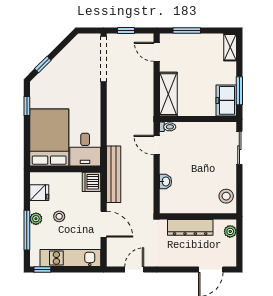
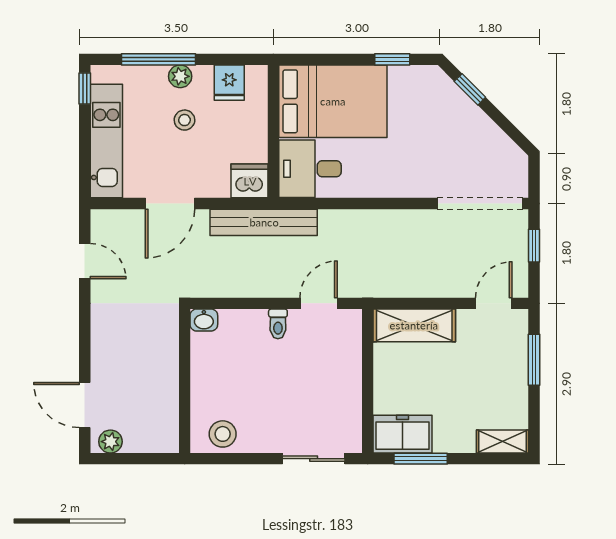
toilet: (168, 127) -> (278, 324), moved
washbasin: (166, 181) -> (204, 320), moved
dresser: (190, 227) -> (164, 366), removed
plant: (230, 231) -> (110, 442), moved

